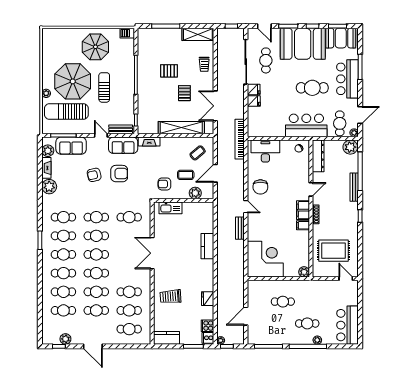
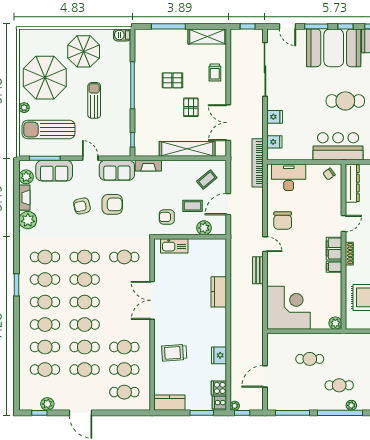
cafe table: (266, 60) -> (289, 68), removed
parasol: (73, 81) -> (45, 78), moved
fridge: (254, 89) -> (274, 142), moved
bench: (121, 129) -> (114, 151), removed

